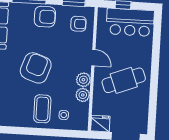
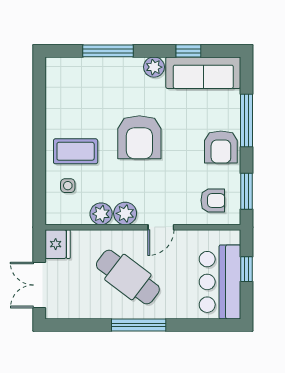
armchair: (78, 24) -> (213, 200), turned -90
armchair: (36, 68) -> (139, 137), turned 71
window: (154, 75) -> (139, 325), added
cafe table: (124, 80) -> (128, 277), turned -32

